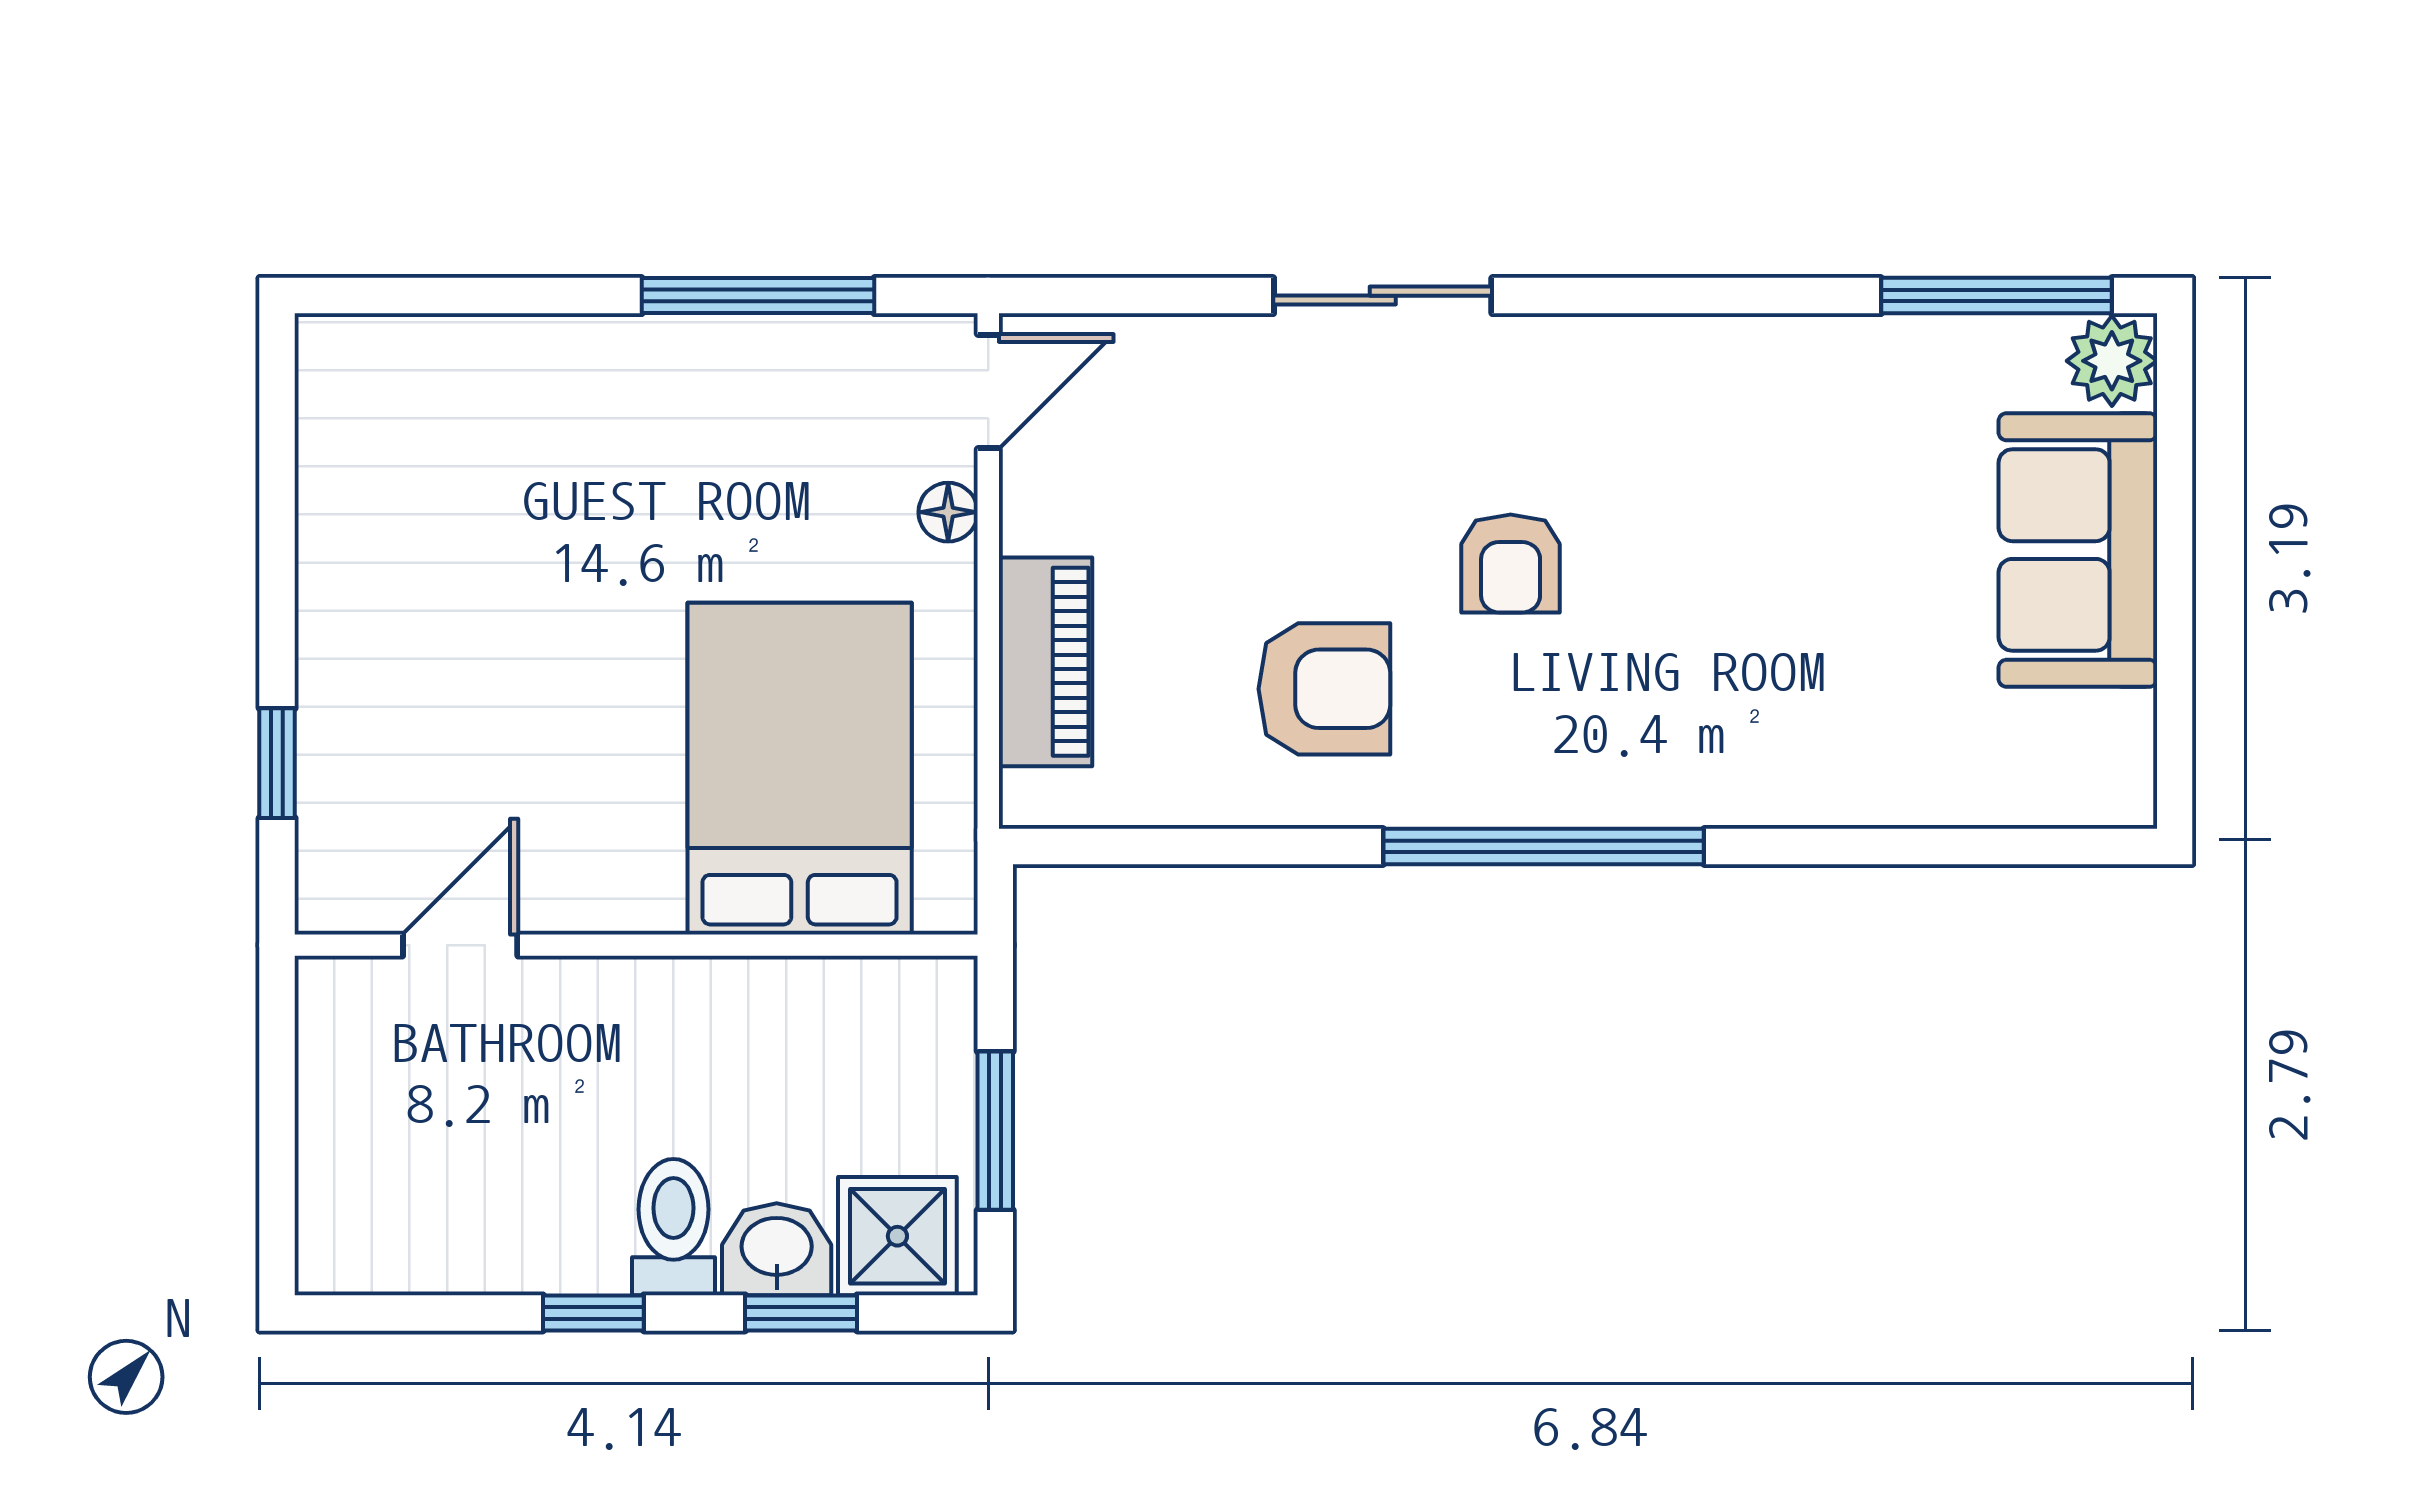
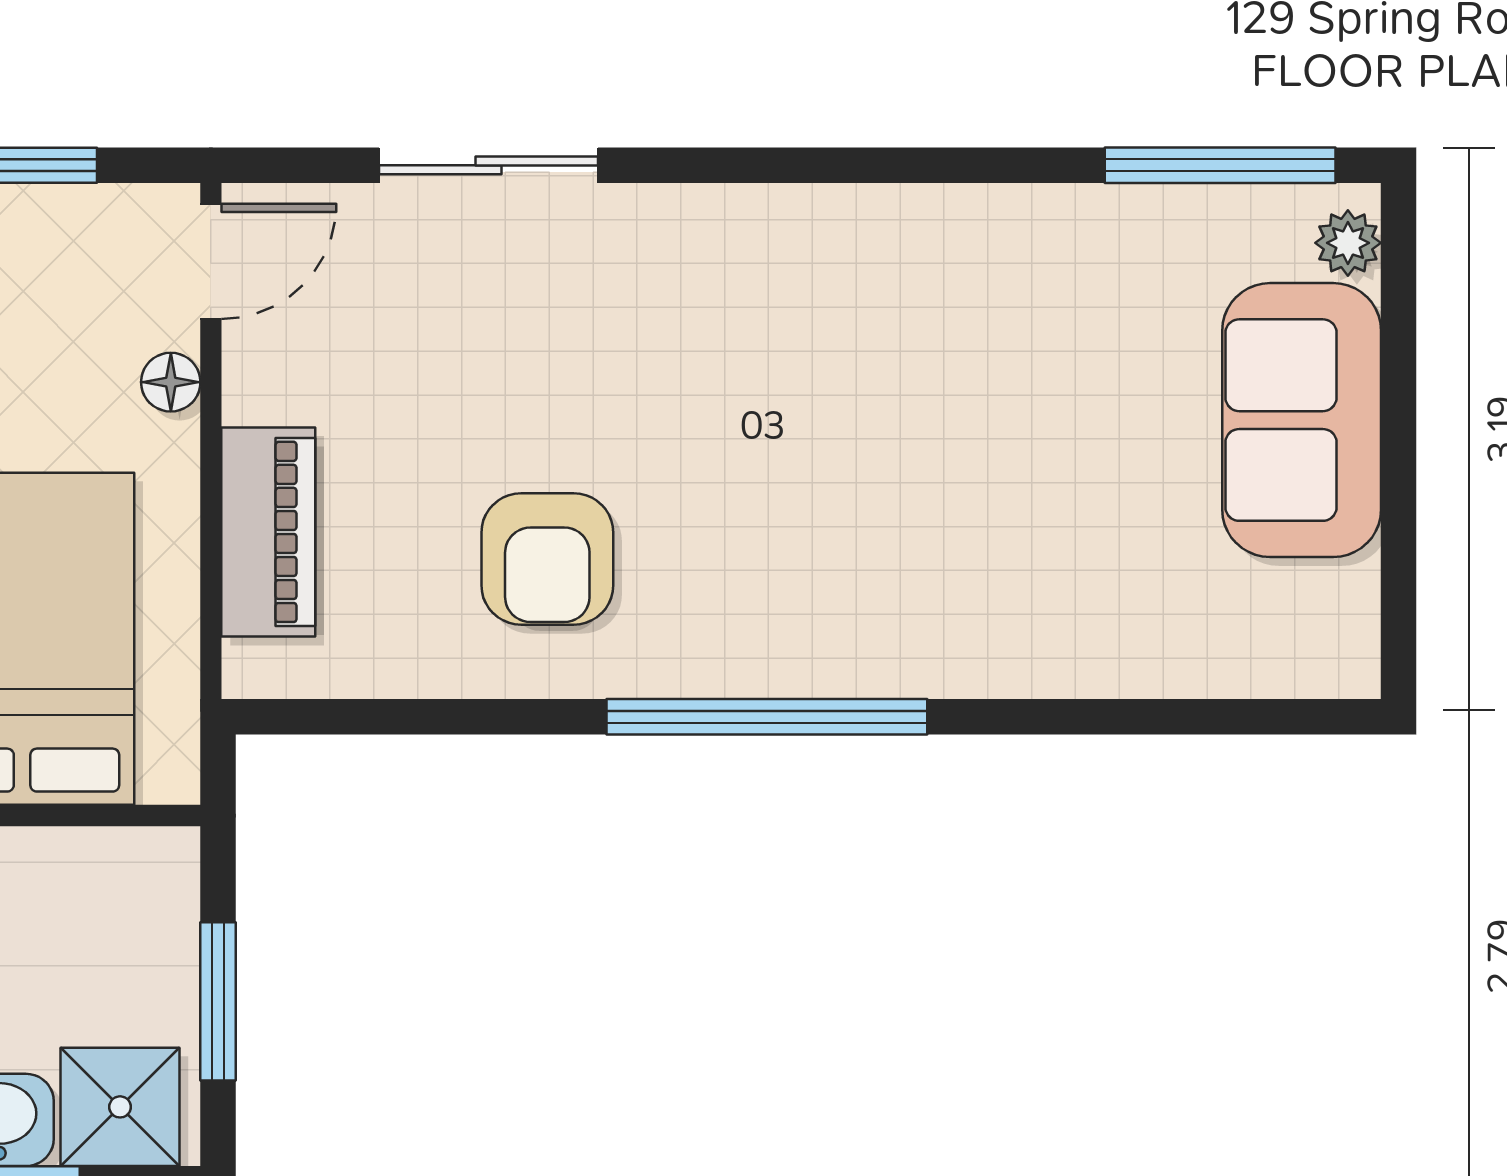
sliding door: (1383, 296) -> (488, 165), moved
plant: (2112, 361) -> (1348, 243), width x0.73, depth x0.73
armchair: (1511, 564) -> (734, 434), removed
armchair: (1324, 689) -> (547, 559), turned 90

